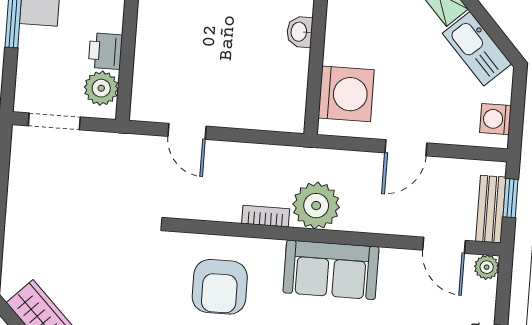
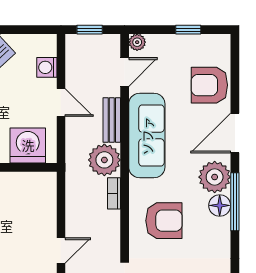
washing machine: (495, 119) -> (47, 67), moved, turned 90
bench: (491, 209) -> (112, 120), moved, turned 90
sofa: (331, 270) -> (147, 136), width x1.36

